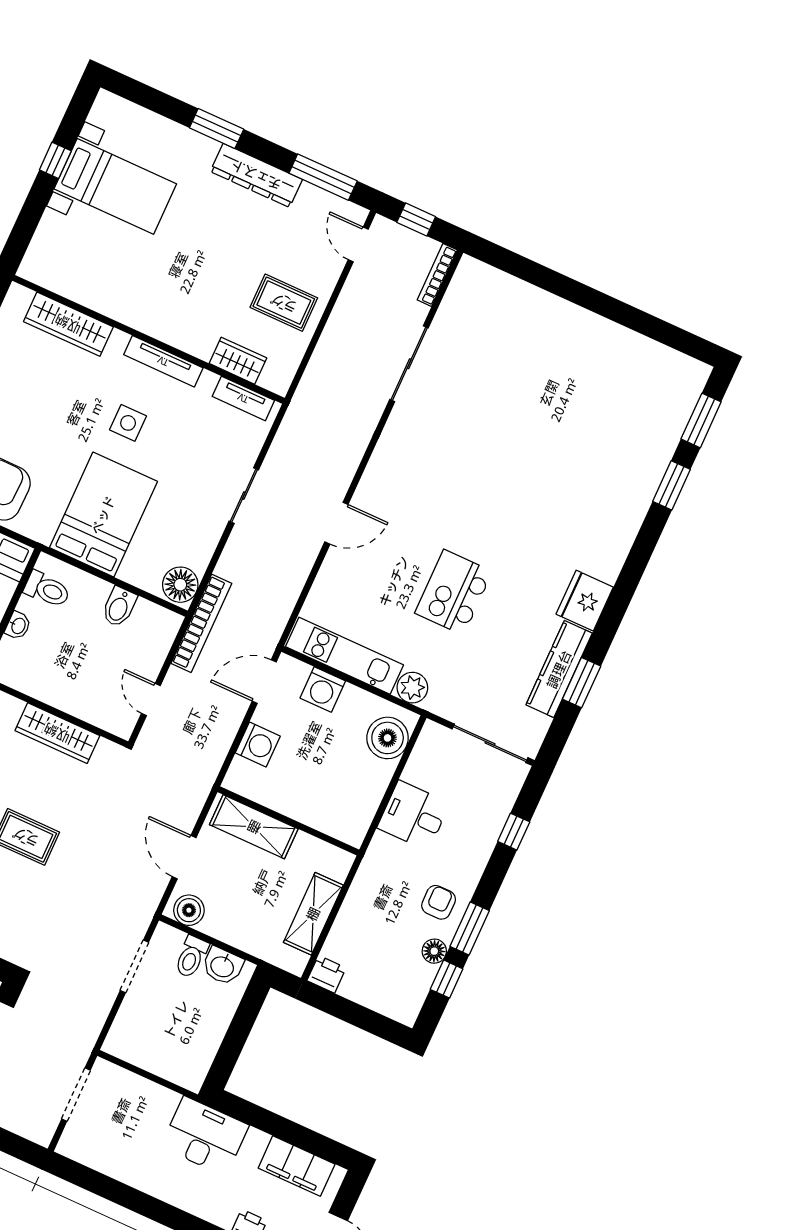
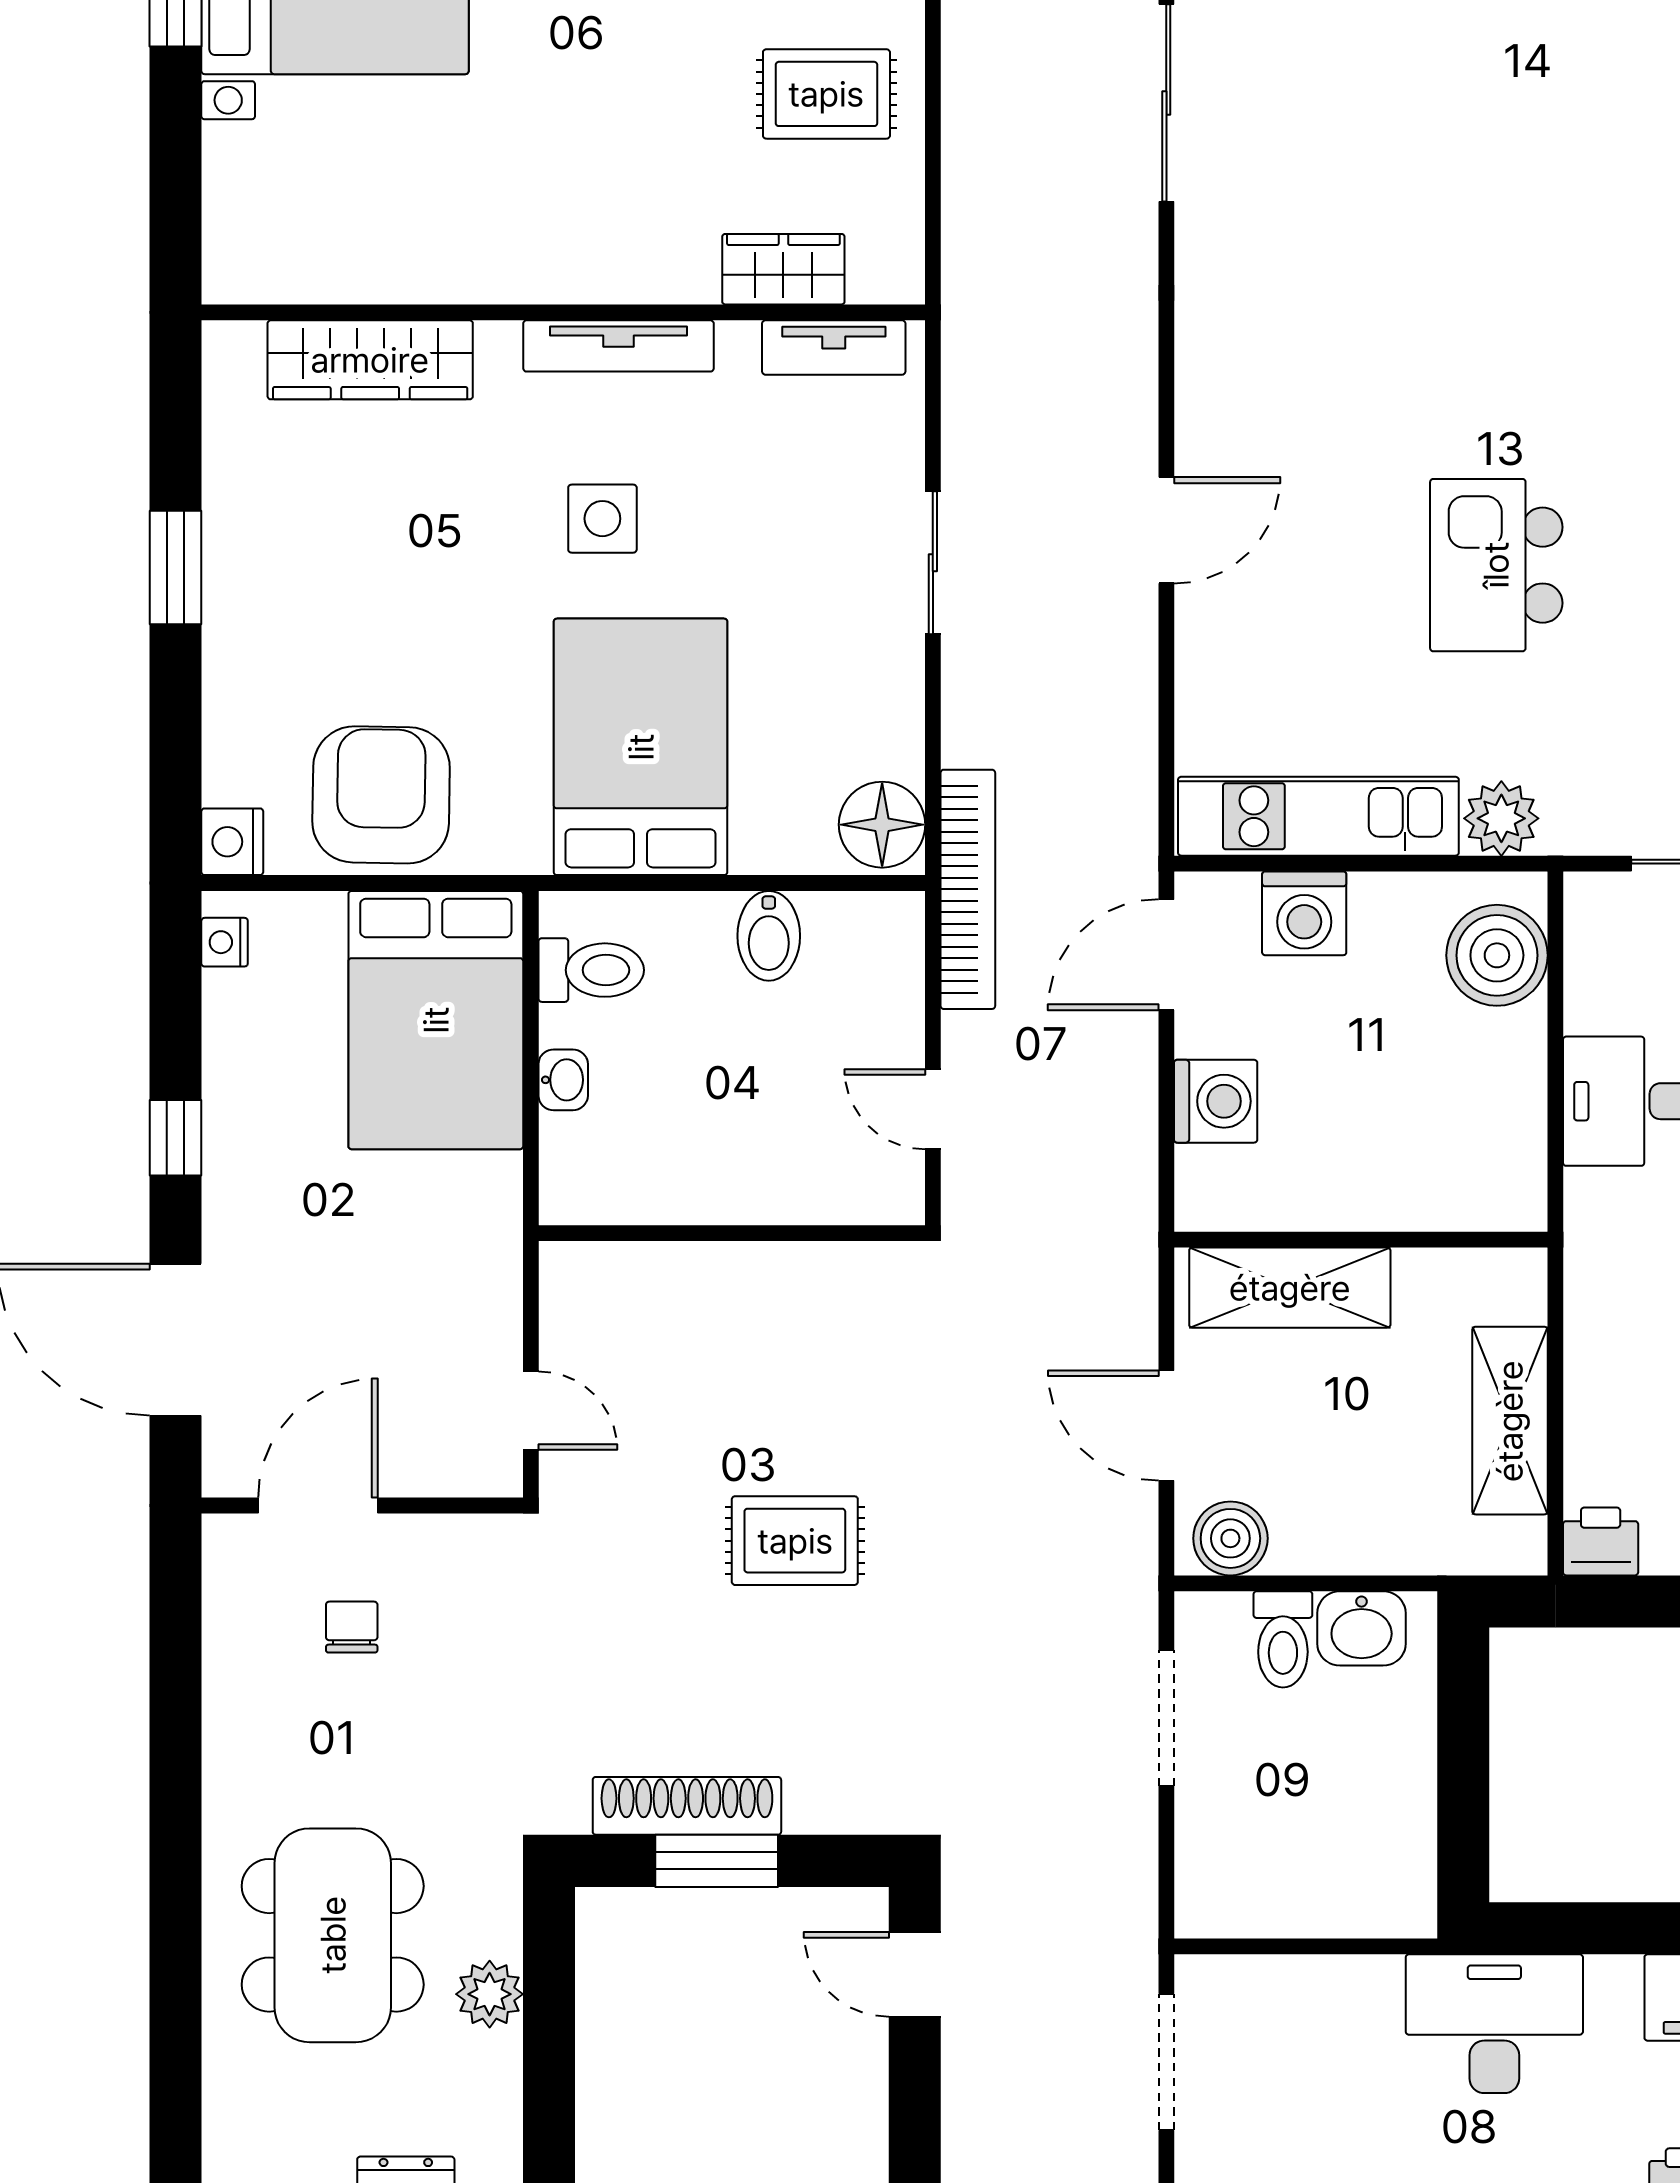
wardrobe: (57, 733) -> (760, 1278), removed

